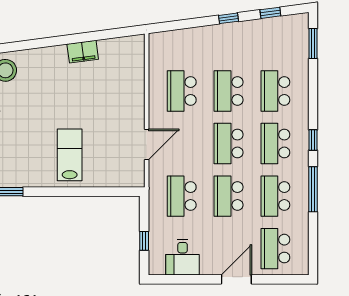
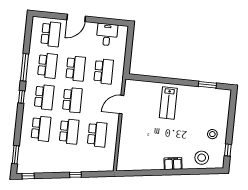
window: (270, 13) -> (28, 176), moved
window: (229, 18) -> (75, 175), moved
filing cabinet: (83, 52) -> (173, 164), moved
window: (144, 241) -> (129, 47), removed

